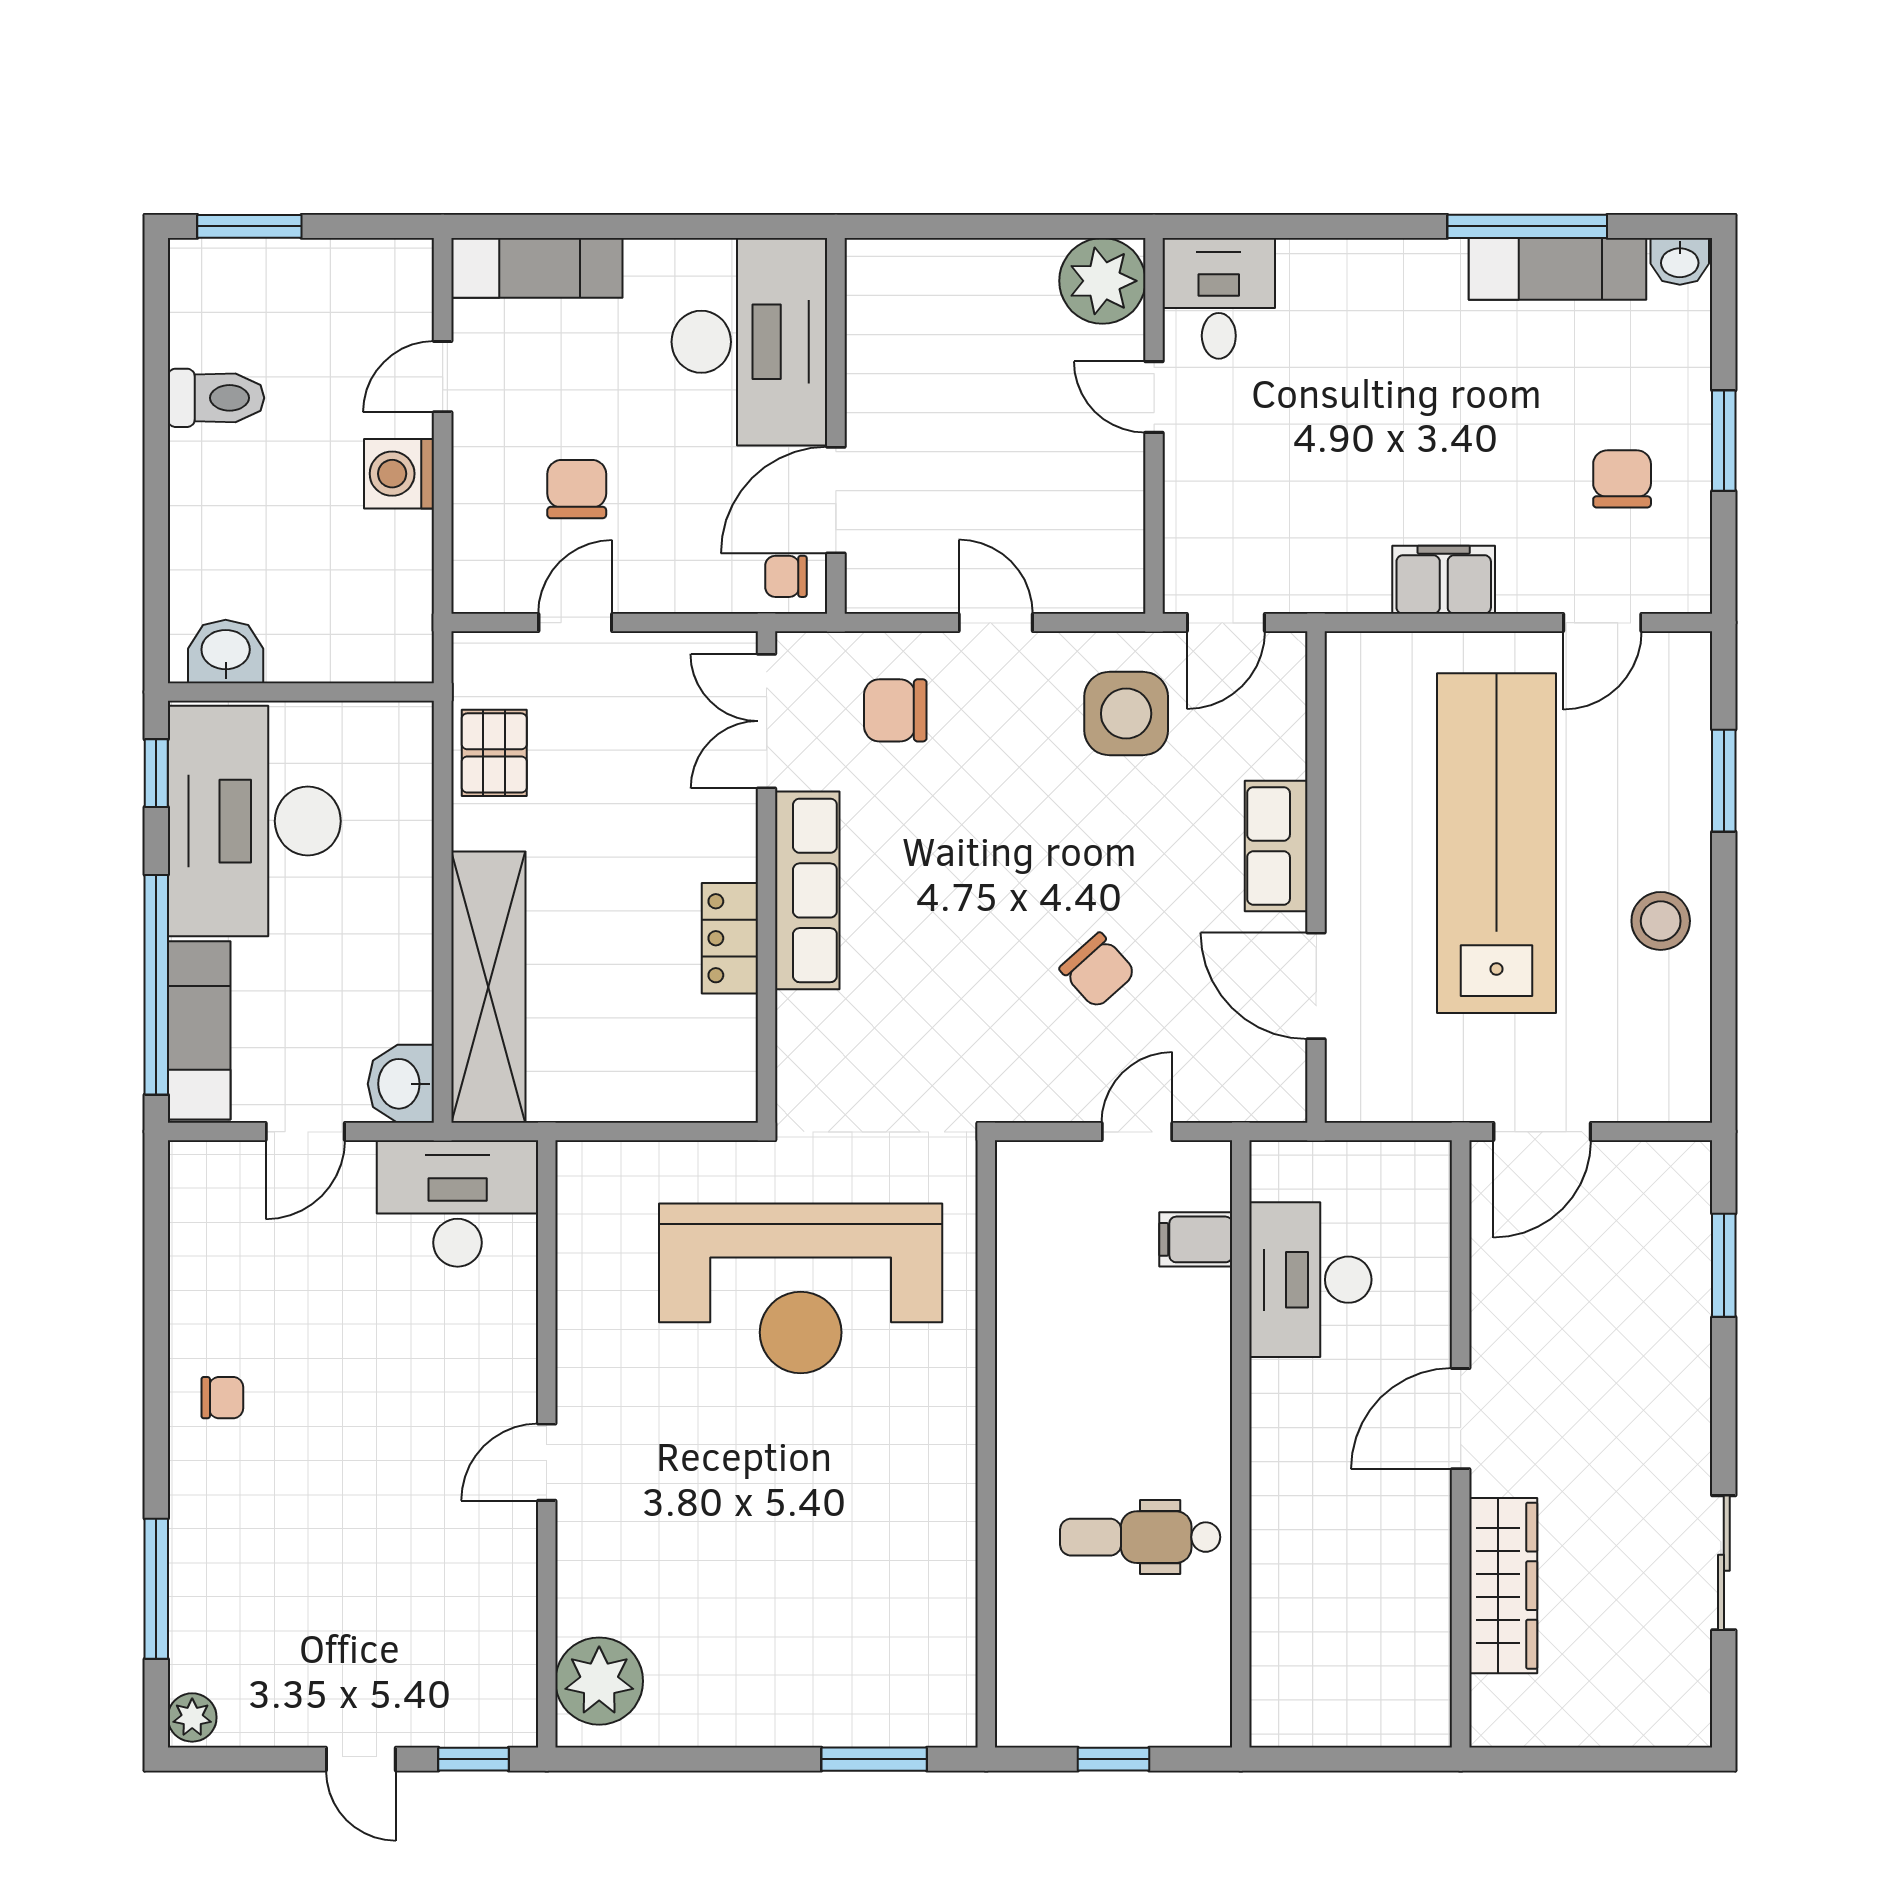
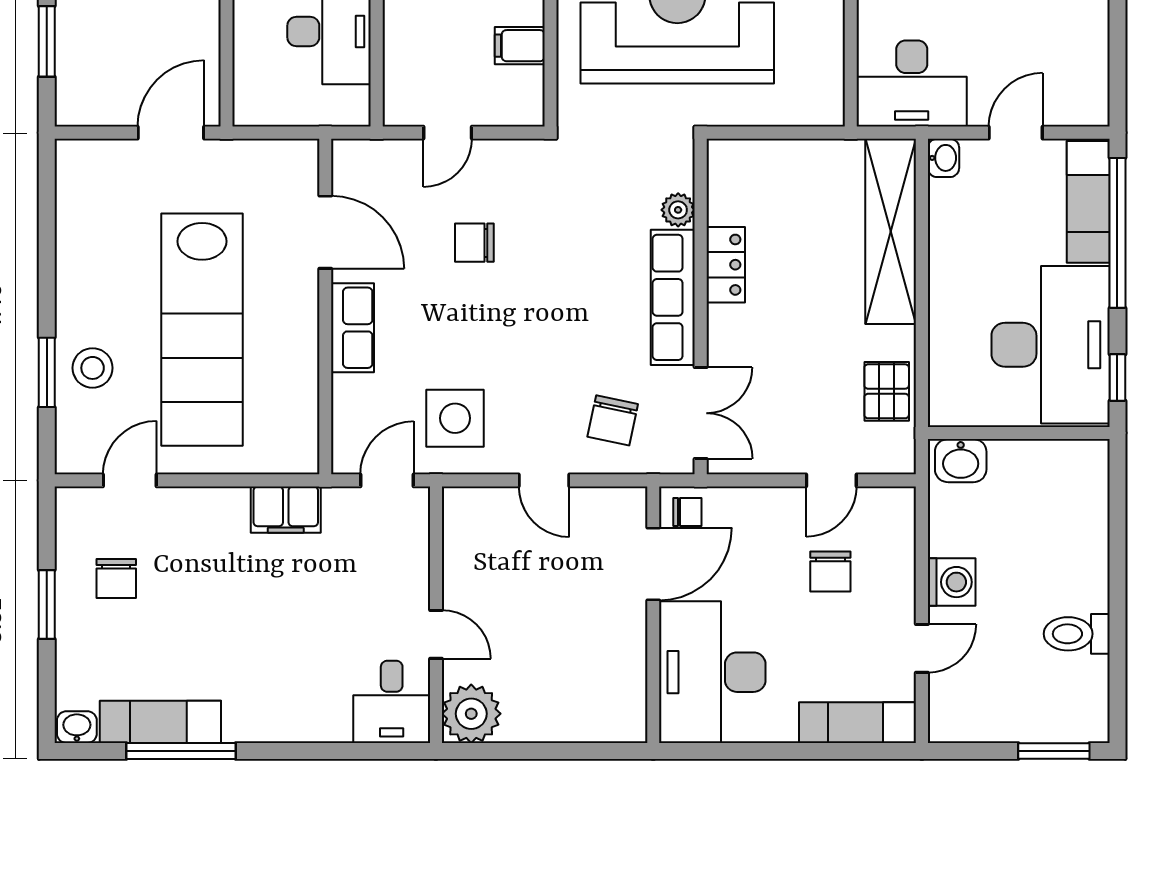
filing cabinet: (1444, 580) -> (286, 510), moved
washbasin: (226, 651) -> (961, 461), moved
chair: (895, 710) -> (613, 420), turned 102
stool: (1661, 921) -> (93, 368), moved
chair: (1098, 971) -> (474, 243), turned -48
plant: (800, 1019) -> (678, 210), added
washbasin: (401, 1084) -> (943, 158), width x0.72, depth x0.69
filing cabinet: (1196, 1239) -> (520, 46), moved, turned 180

